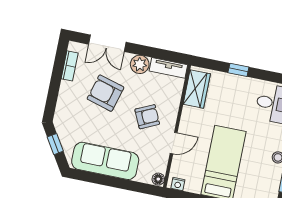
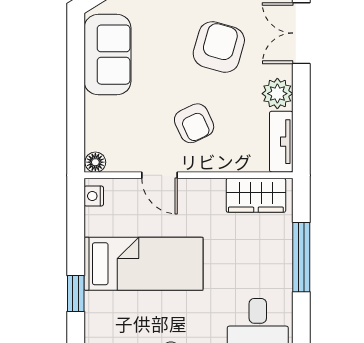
window: (238, 70) -> (301, 257), width x2.17
sofa: (105, 161) -> (108, 55), width x0.73

